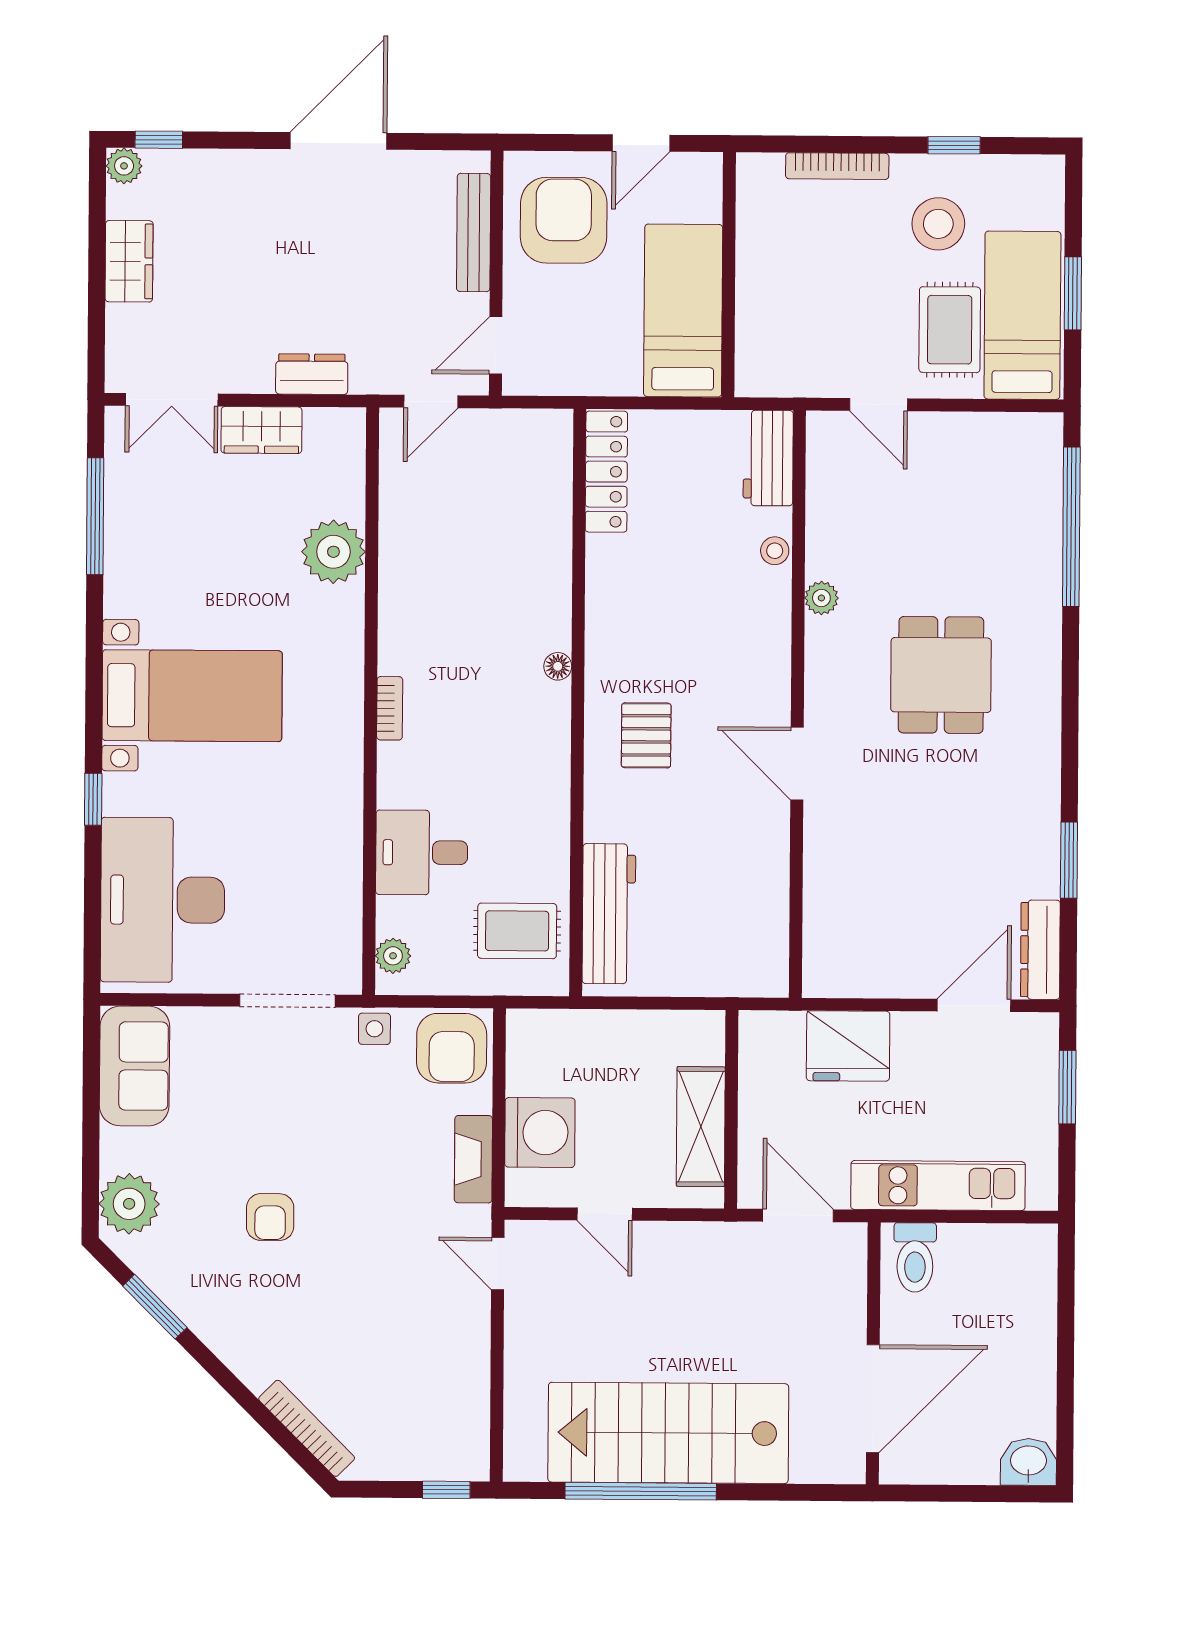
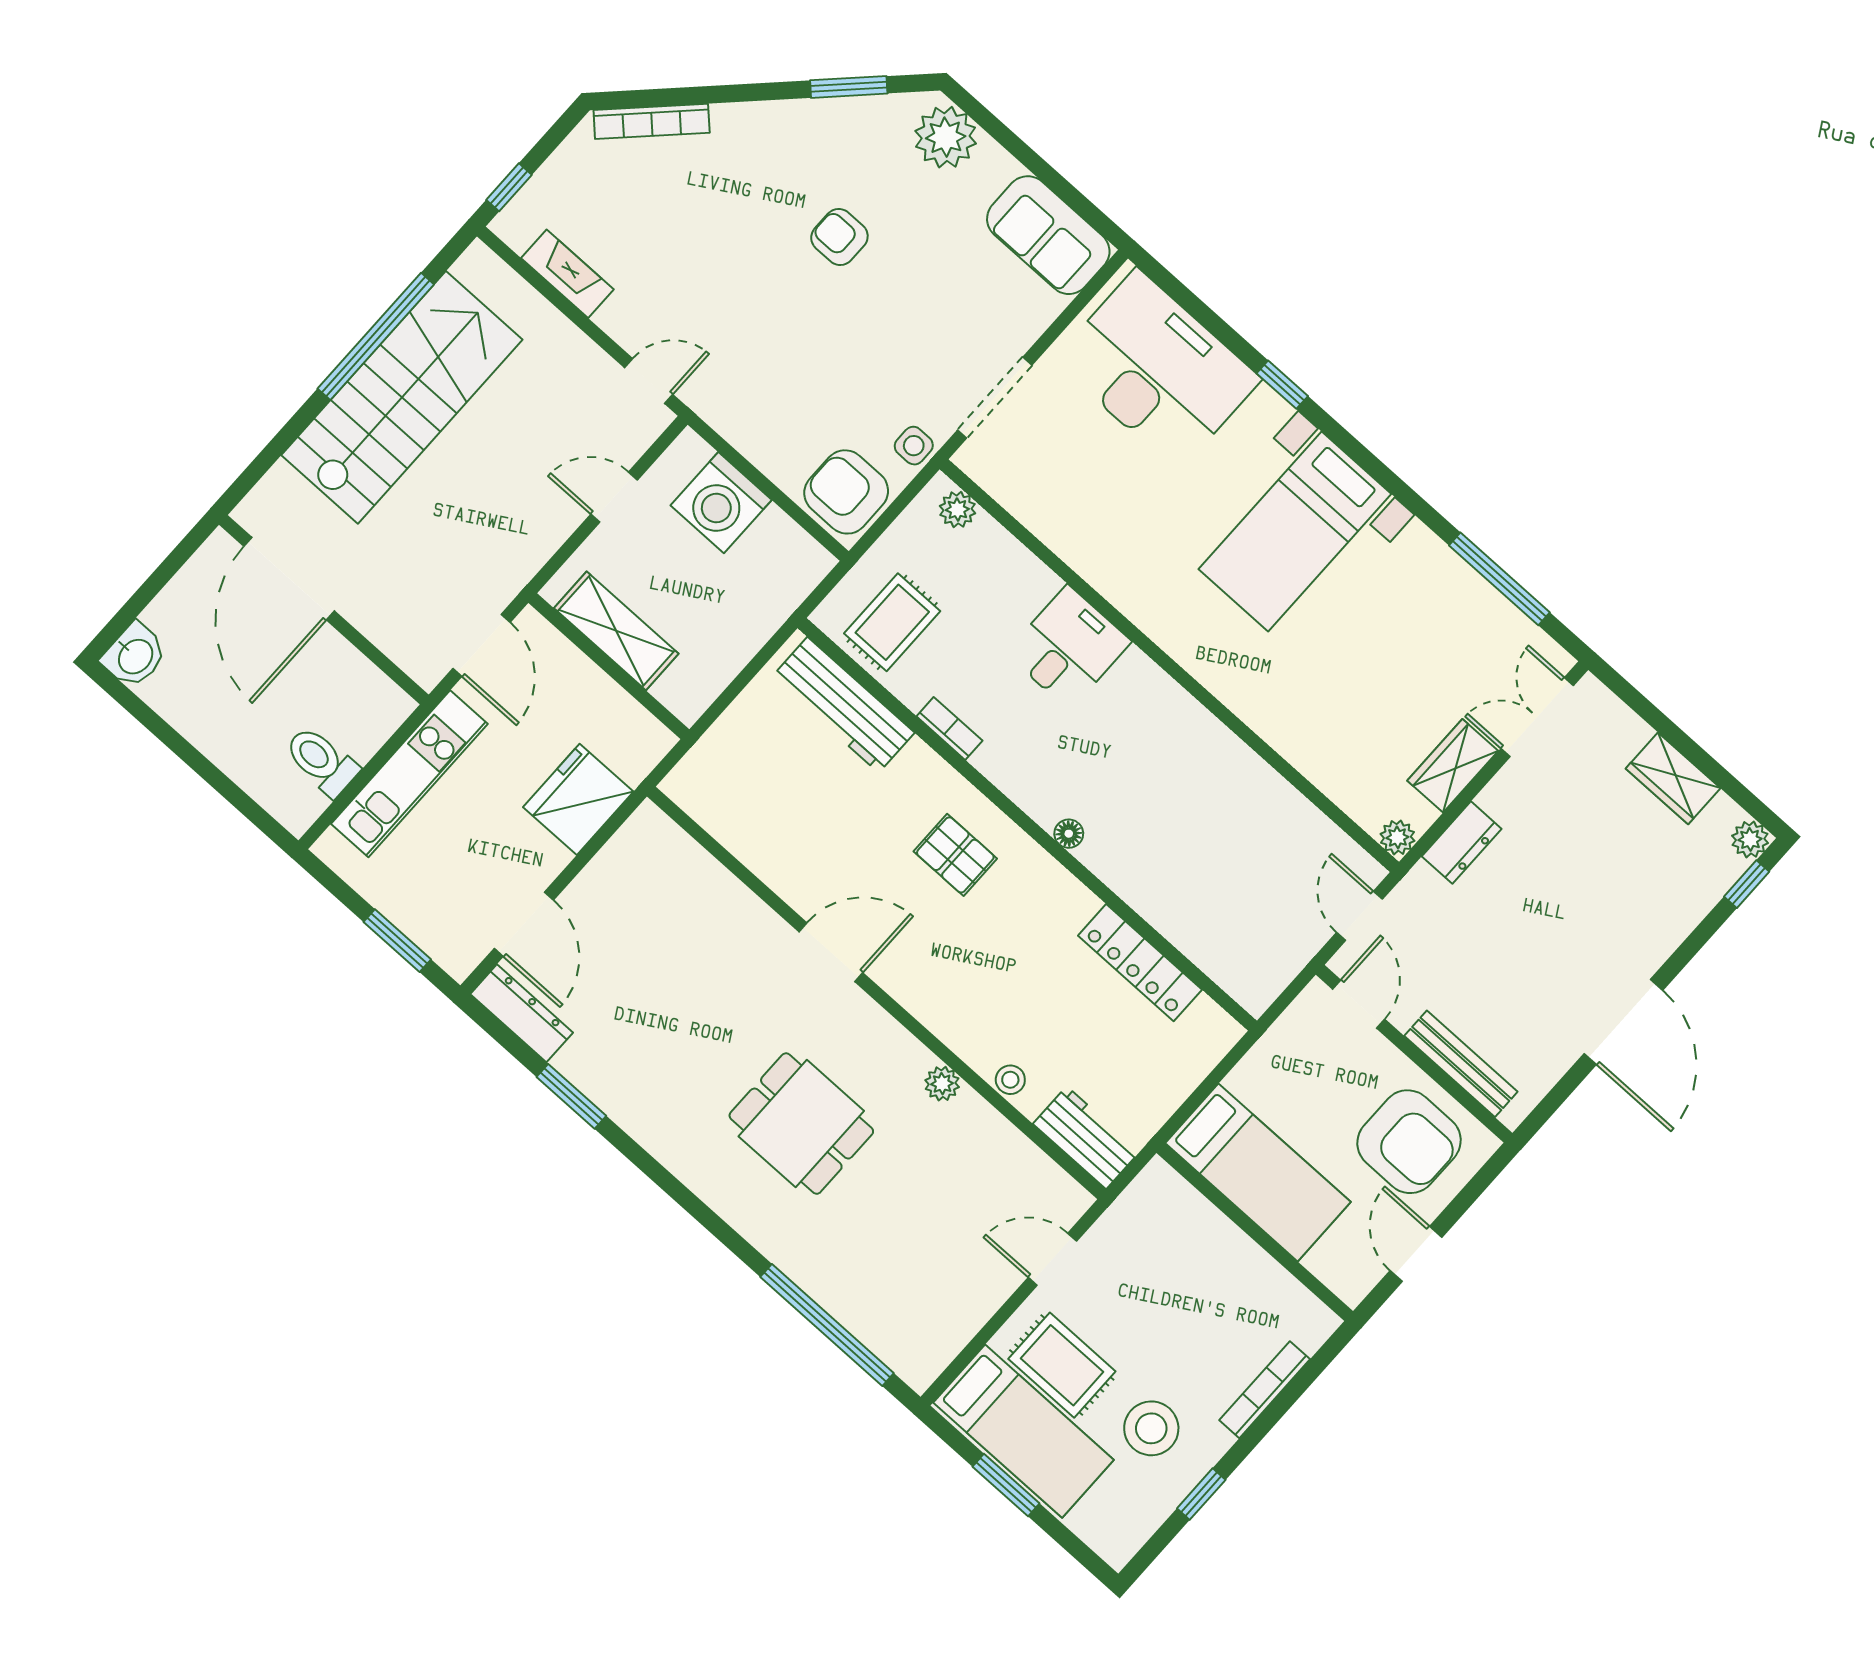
locker: (606, 472) -> (1140, 963), moved
plant: (333, 552) -> (1397, 837), moved, width x0.53, depth x0.53
bookcase: (390, 708) -> (949, 729), moved, turned 180
desk: (422, 852) -> (1069, 647), moved
fireplace: (473, 1159) -> (567, 274), moved
door: (798, 1215) -> (481, 645), hinge flipped
toilet: (915, 1257) -> (321, 761), moved

